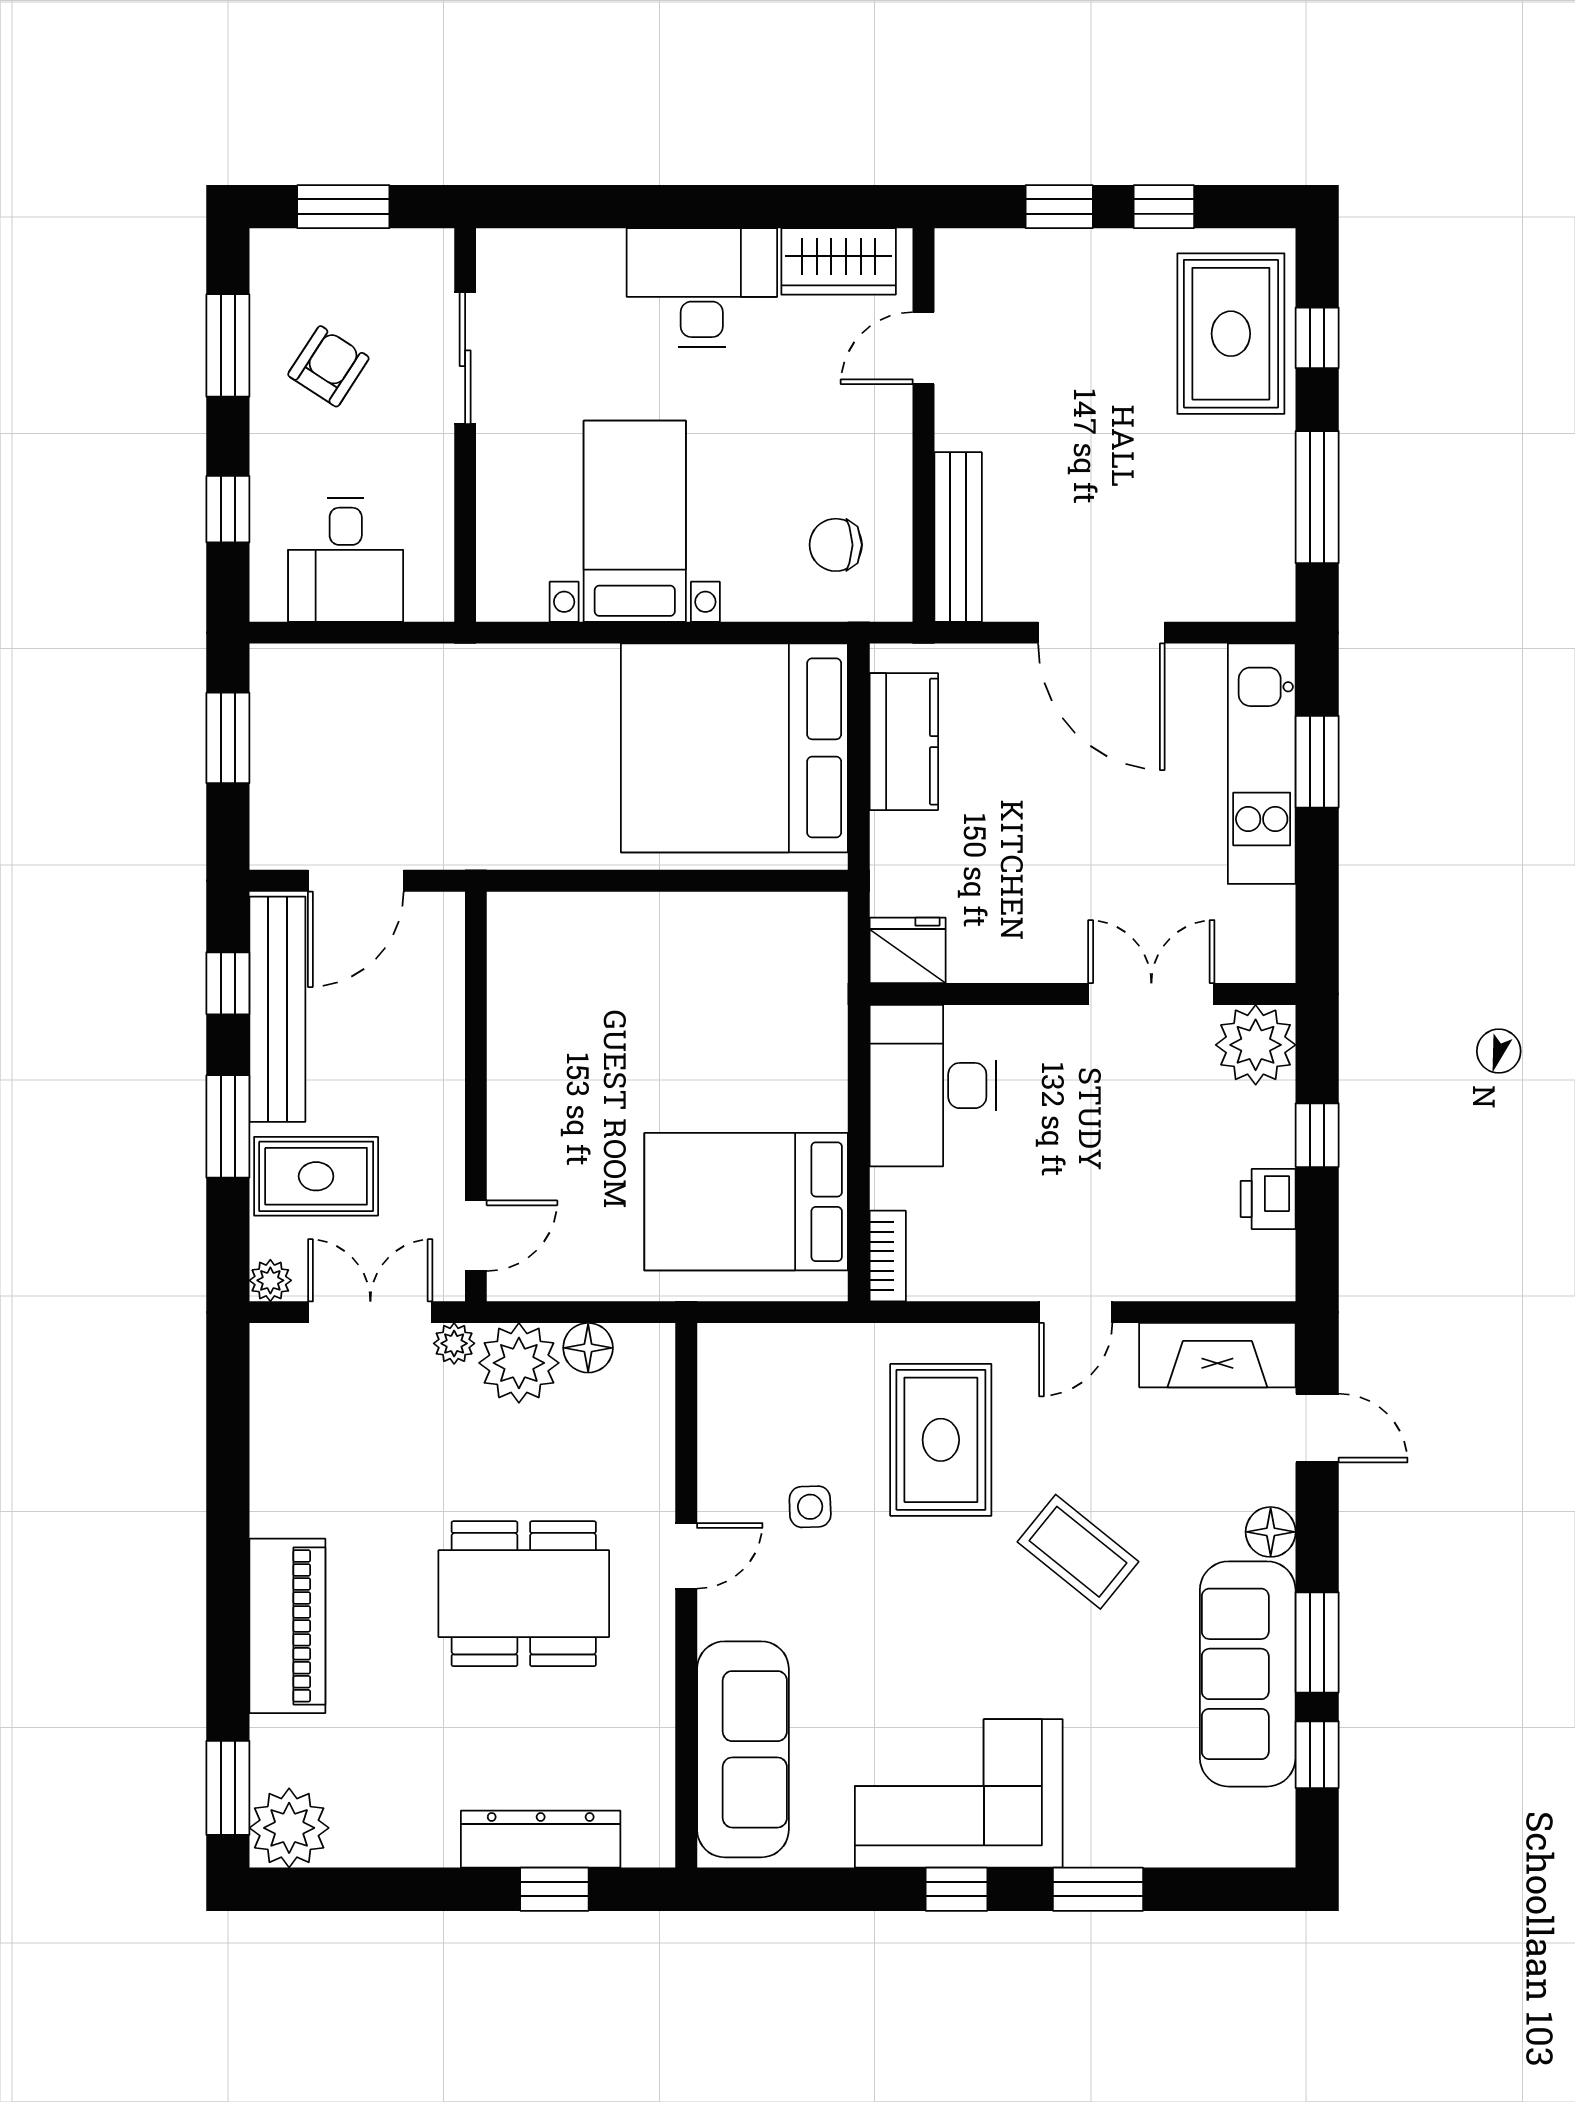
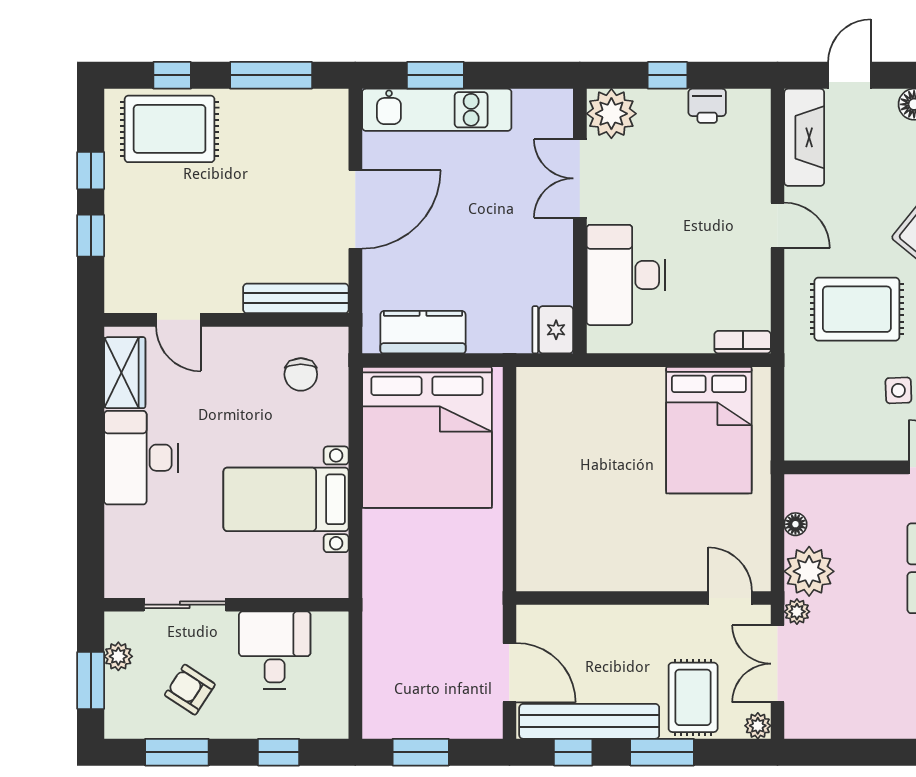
plant: (382, 251) -> (118, 656), added
desk: (346, 560) -> (275, 650), moved, turned -90
desk: (933, 1086) -> (626, 275), moved, turned 90
floor lamp: (588, 1348) -> (795, 524), width x0.73, depth x0.73

